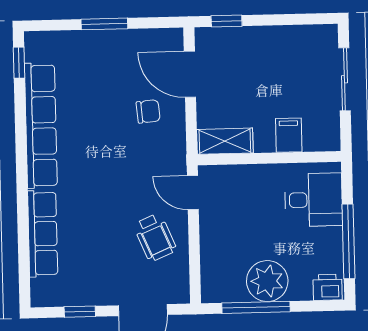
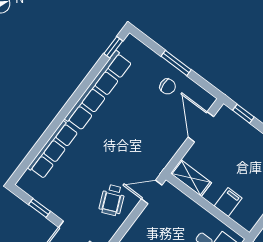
chair: (148, 111) -> (168, 86), moved
door: (193, 193) -> (152, 192), hinge flipped

